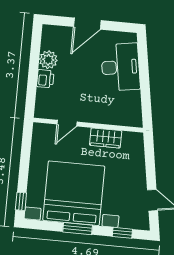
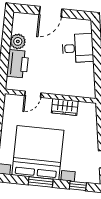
desk: (120, 67) -> (78, 48), width x0.73
printer: (45, 79) -> (18, 64), width x1.87, depth x1.48

